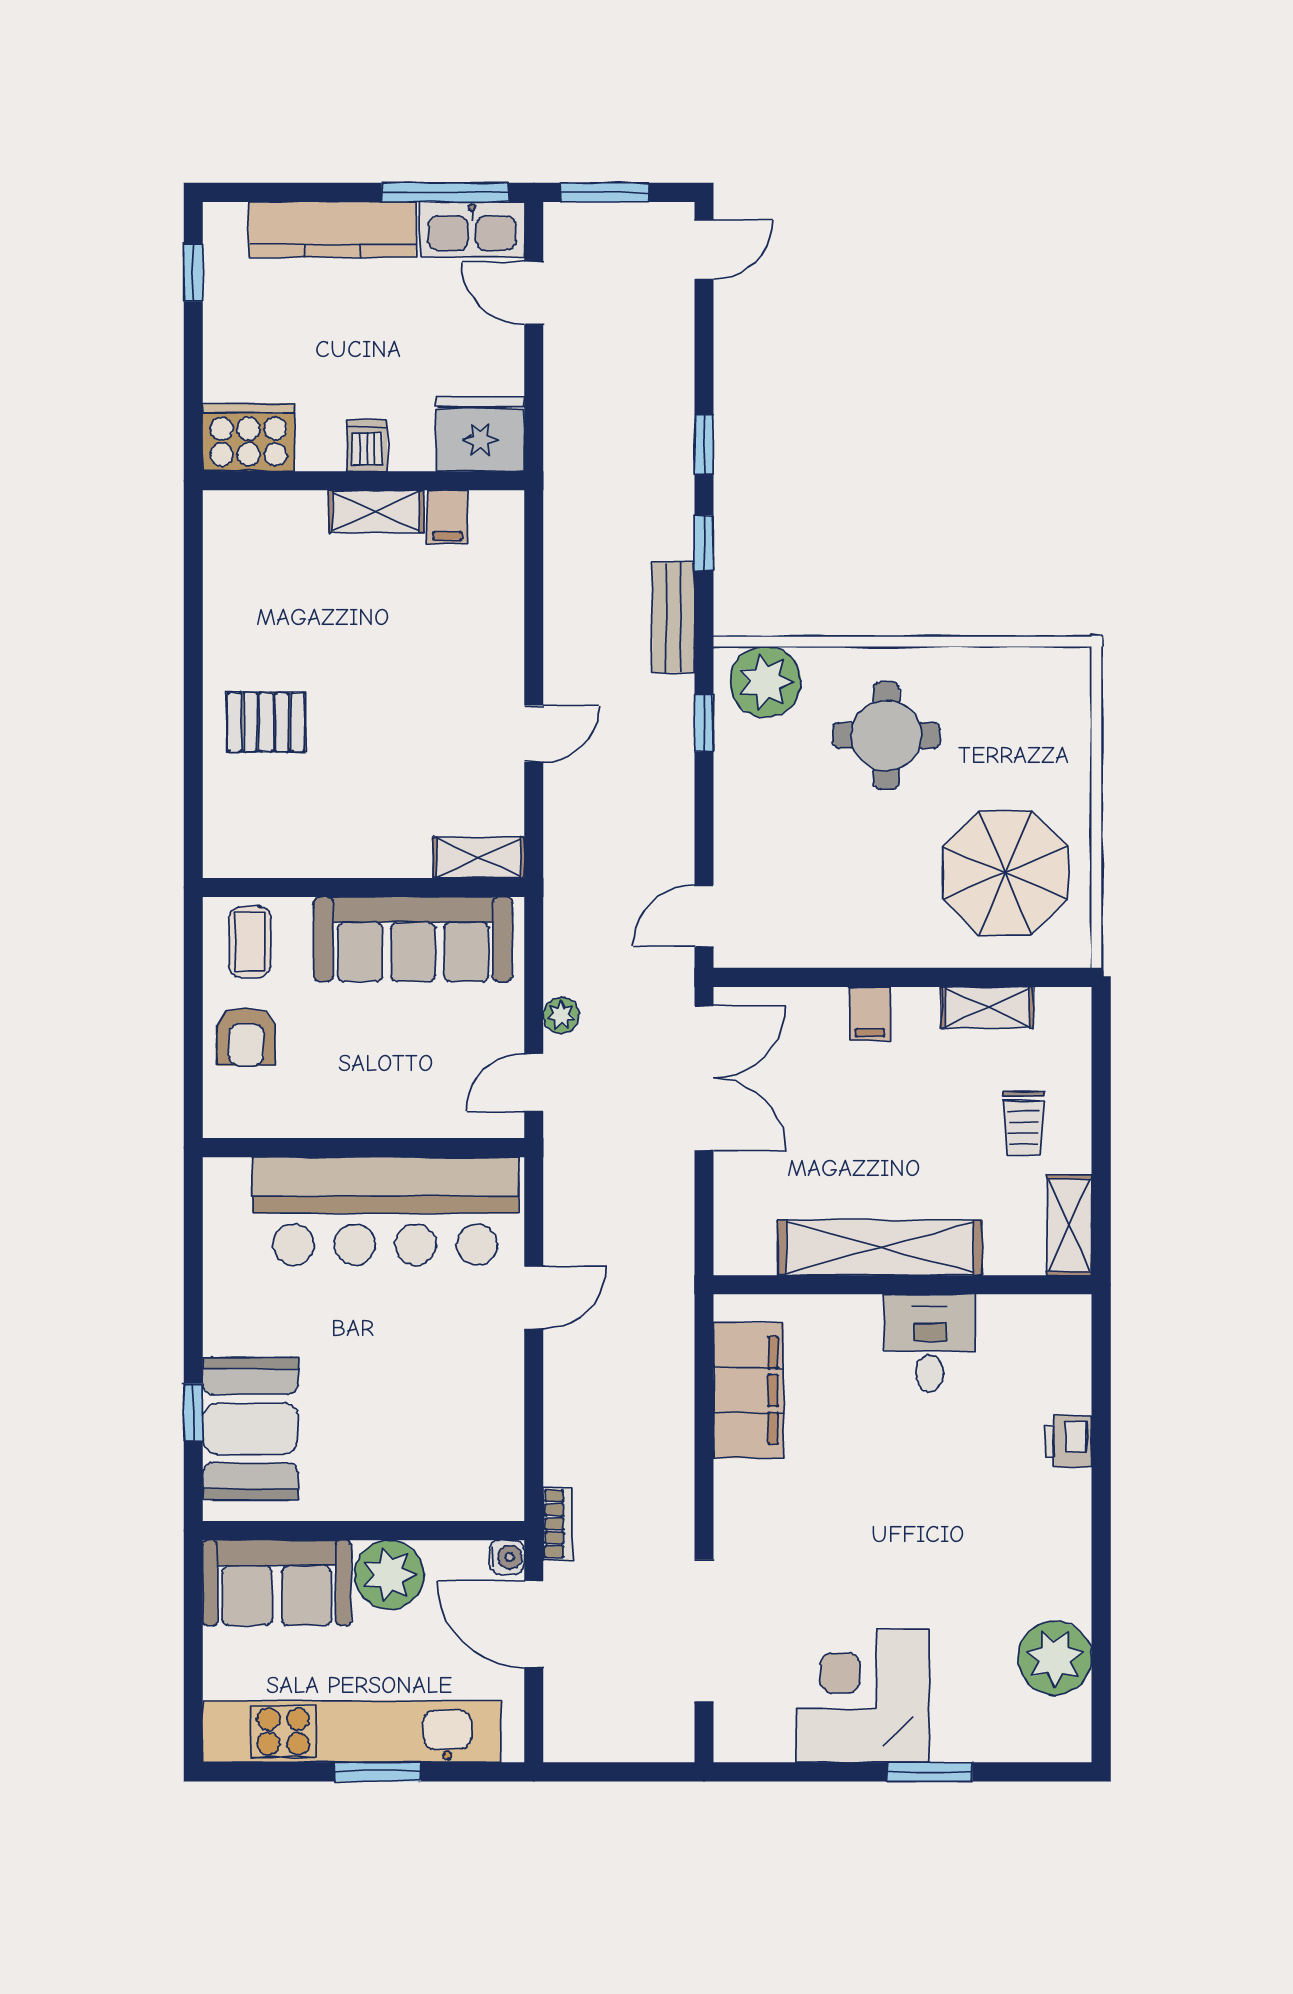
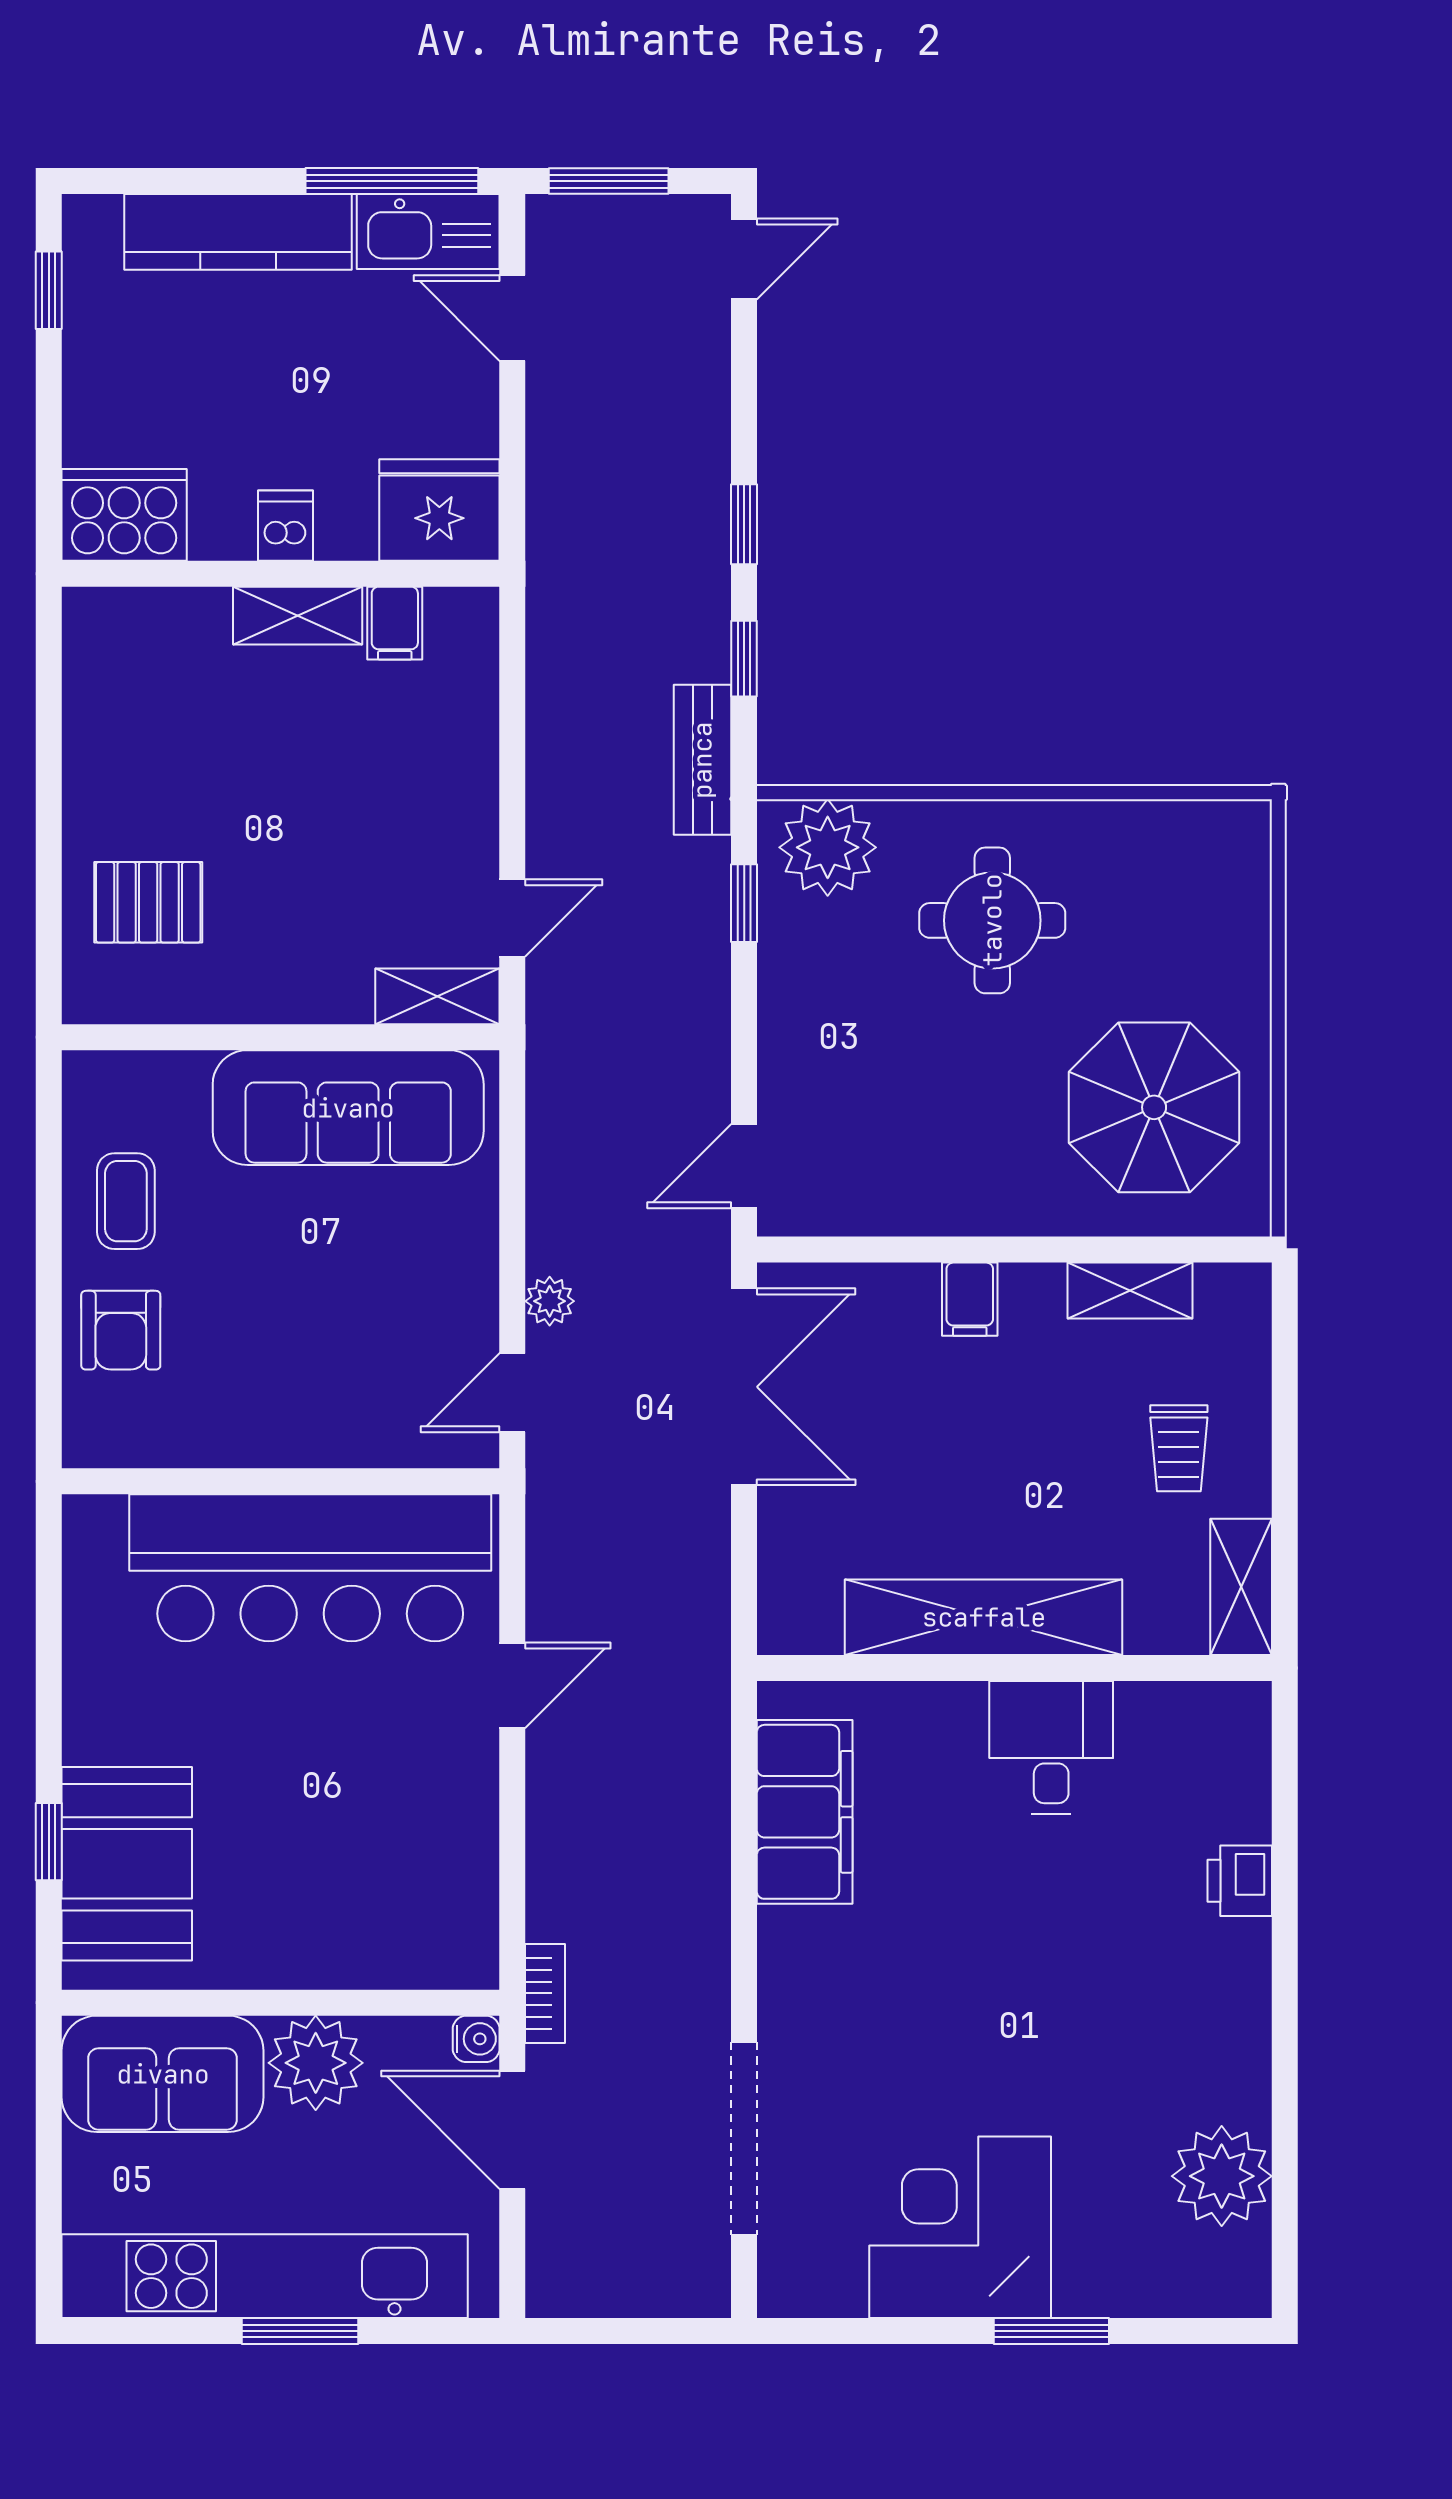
shelving: (479, 858) -> (437, 996), moved
wall: (363, 887) -> (281, 1037), moved
sofa: (413, 939) -> (348, 1108), moved

